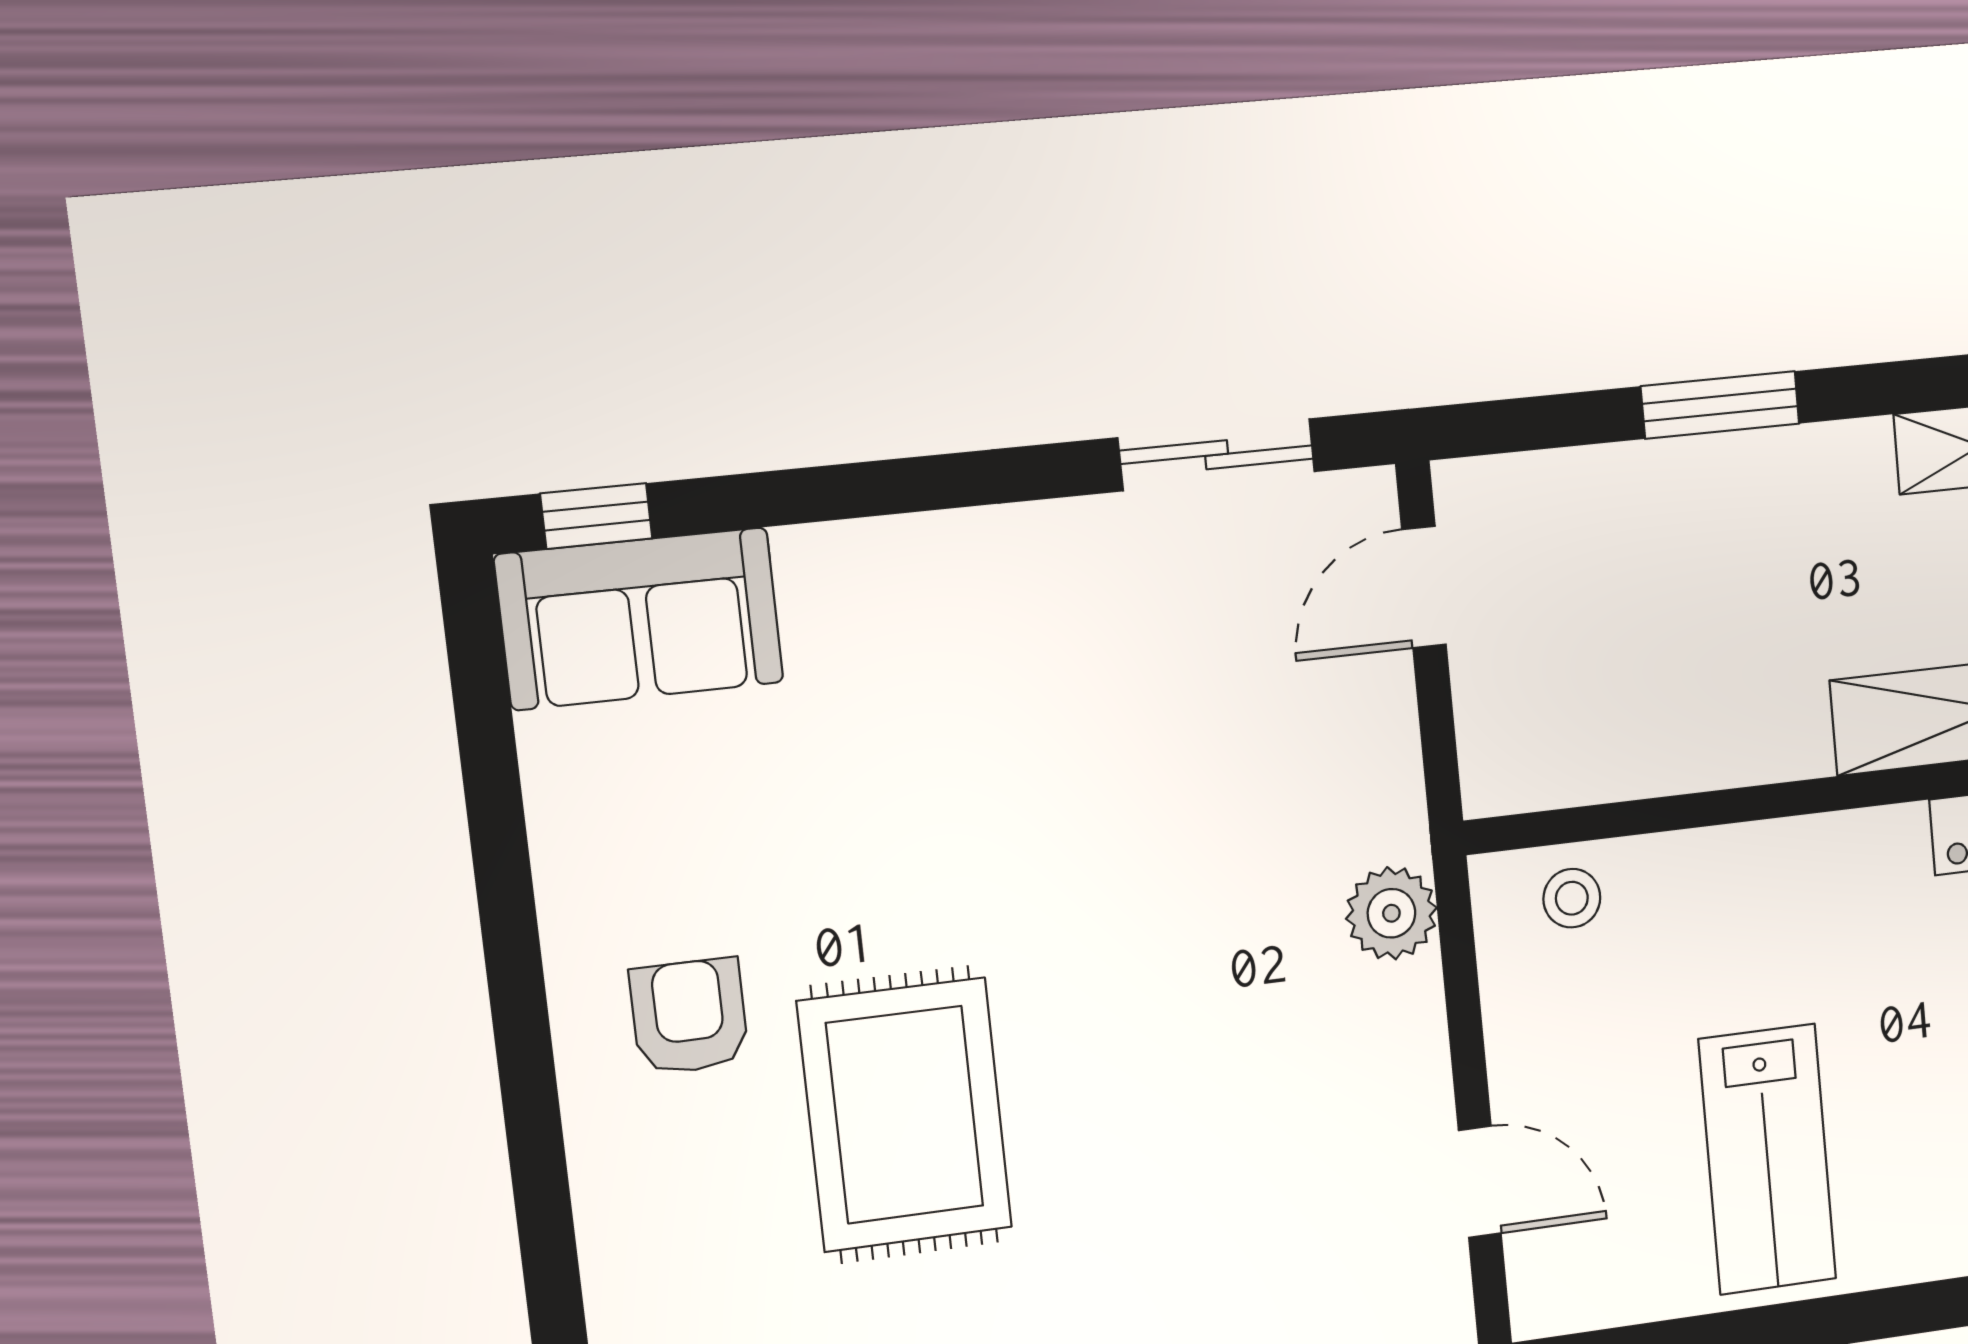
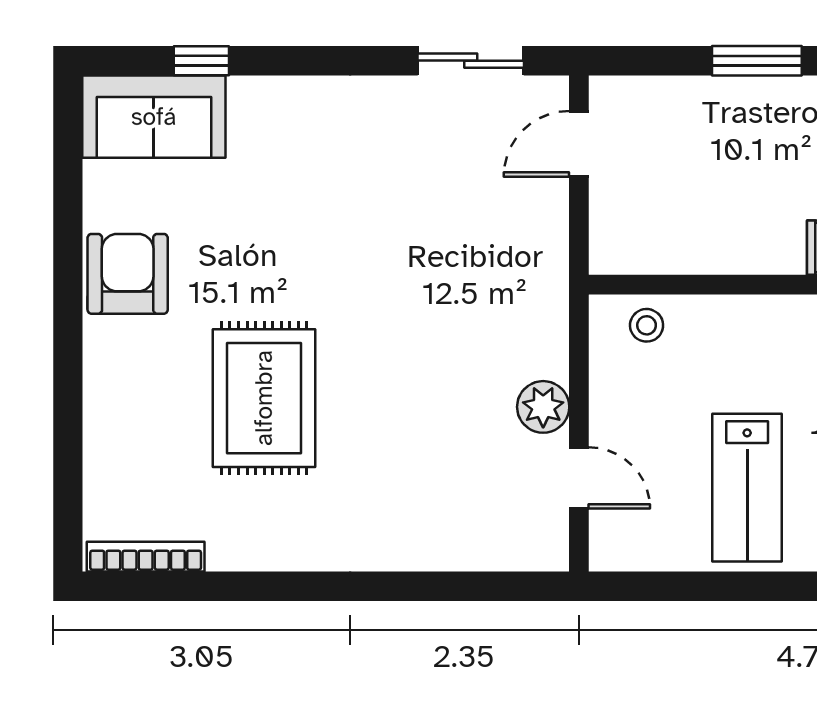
window: (596, 516) -> (201, 61), moved
plant: (1391, 913) -> (543, 407), moved
armchair: (689, 1016) -> (128, 274), moved, width x1.38, depth x1.38

